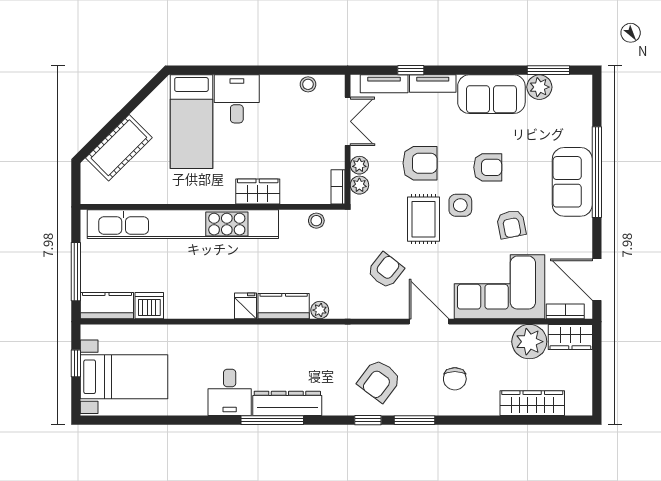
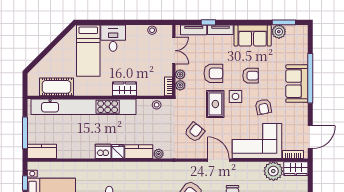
cot: (119, 148) -> (57, 87), moved, turned 45
door: (597, 280) -> (310, 137), swing flipped
dishwasher: (149, 306) -> (103, 151), moved

